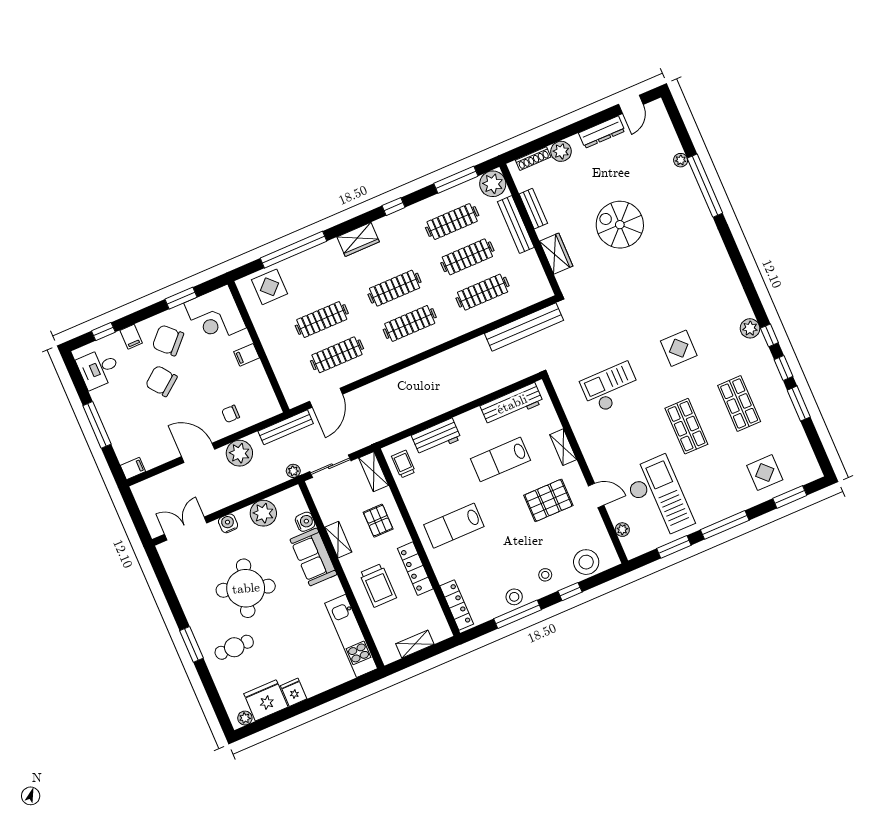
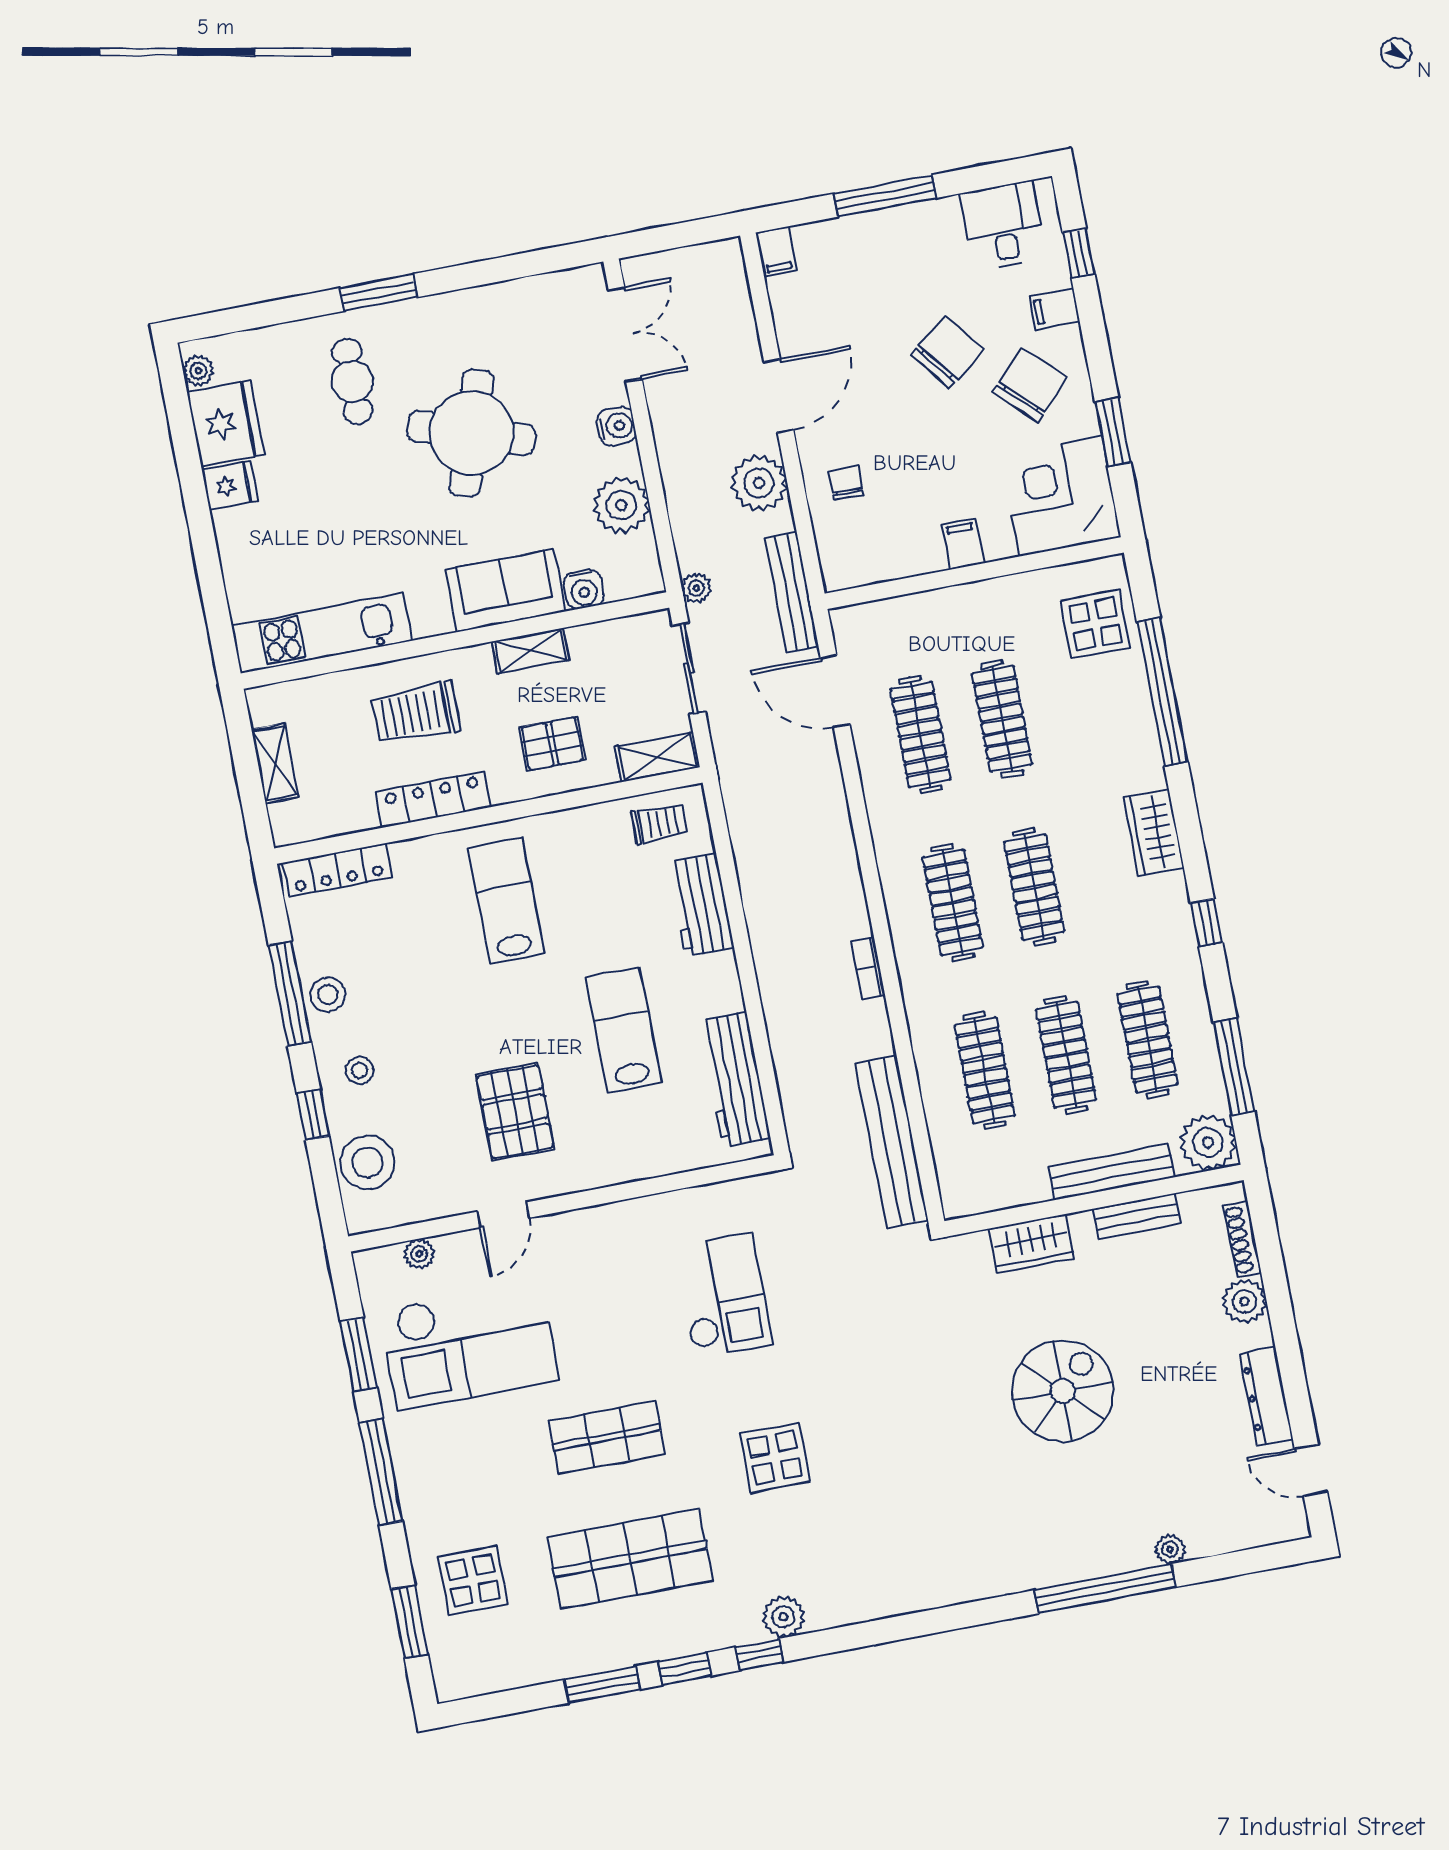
bookcase: (448, 355) -> (868, 968), added
shop shelf: (739, 403) -> (630, 1559), width x1.43, depth x1.36
shelving: (563, 447) -> (621, 1168), removed

